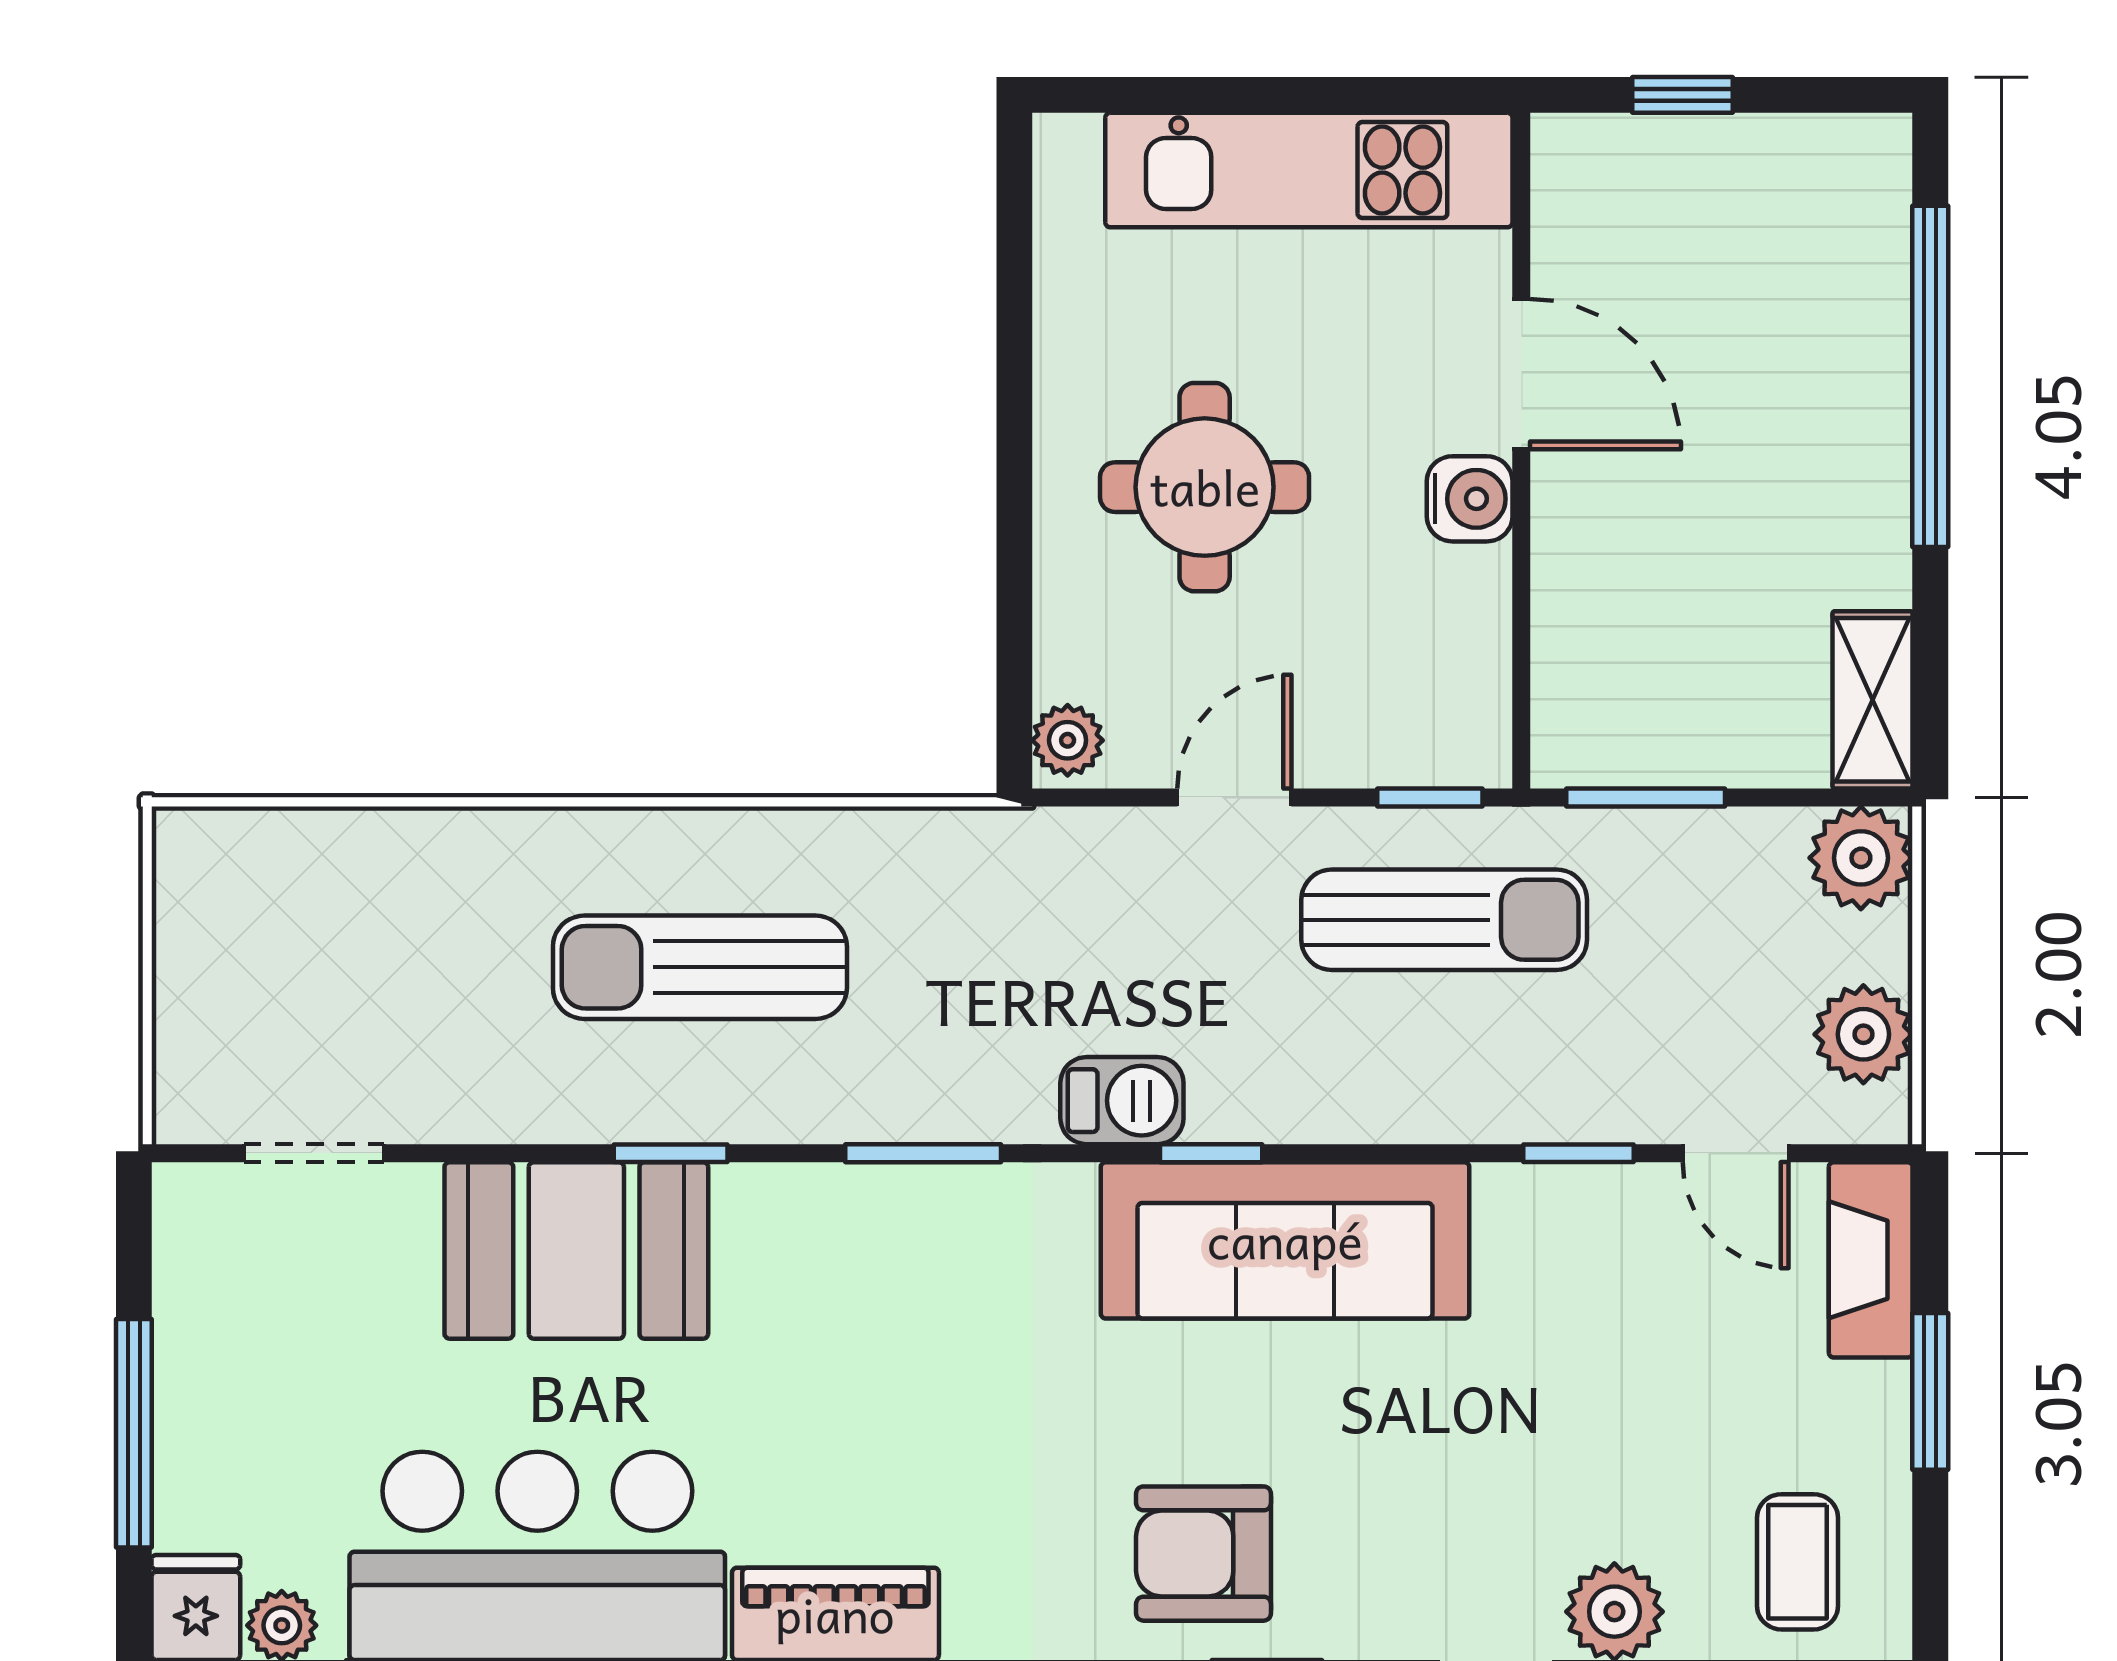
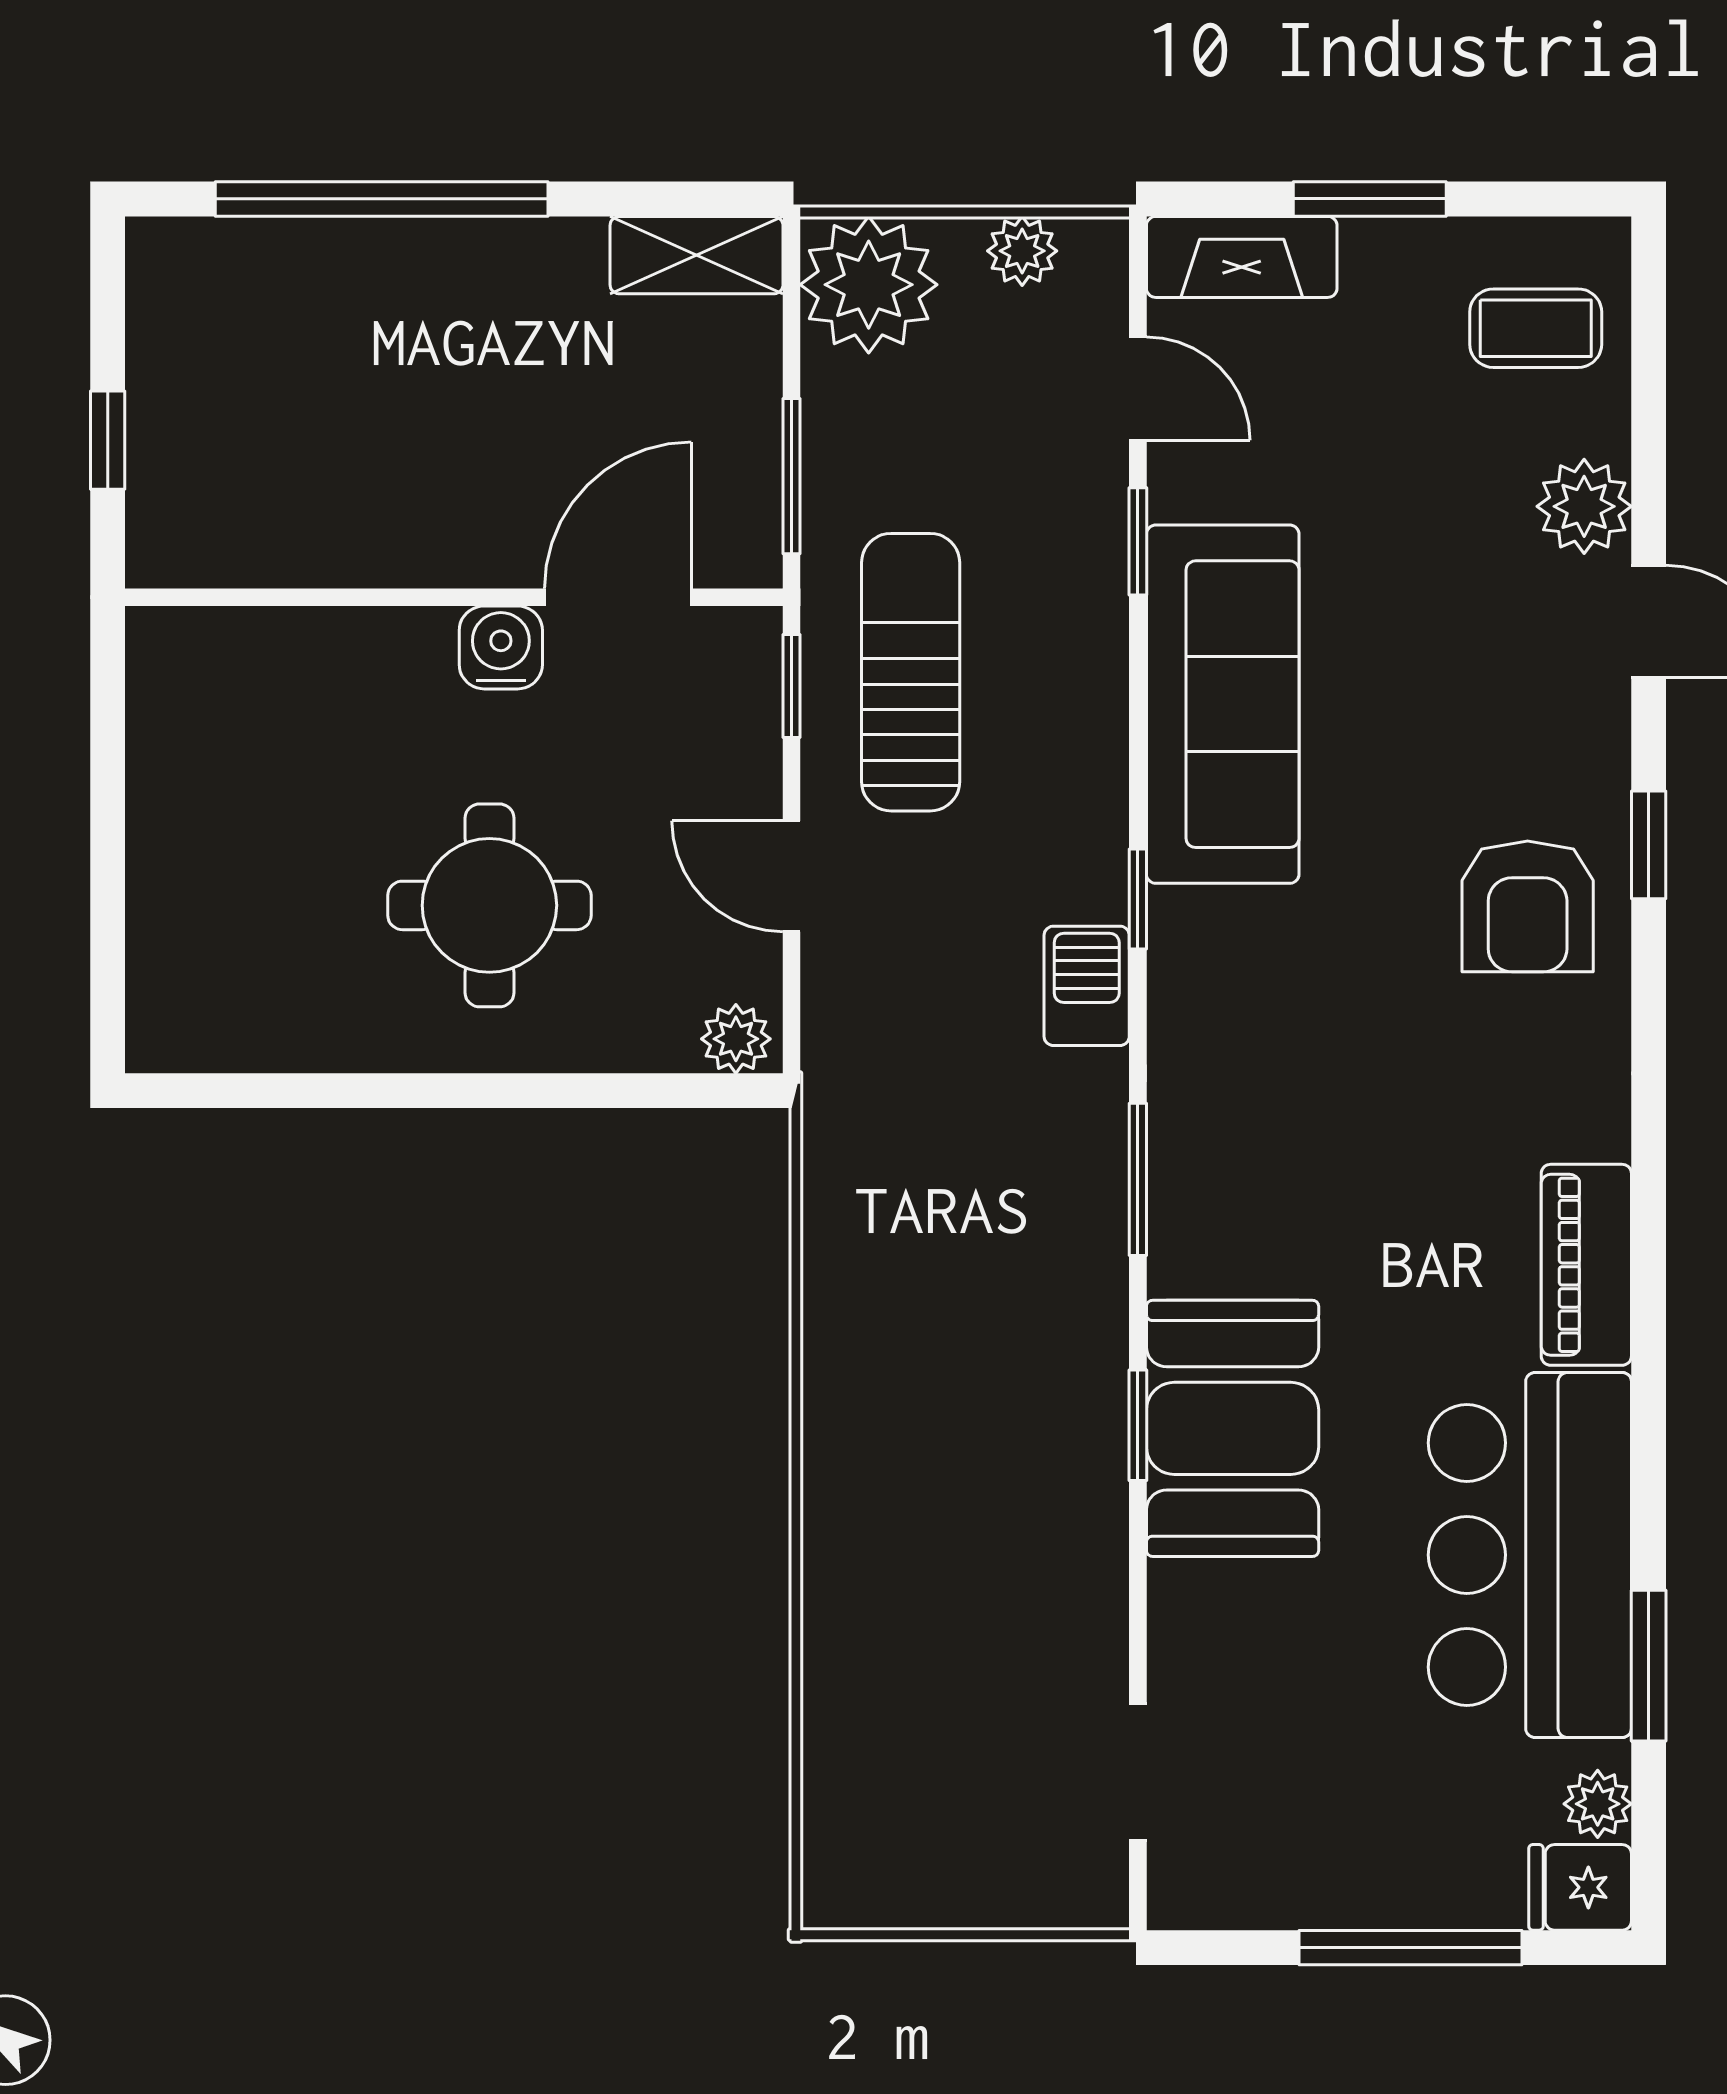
kitchen unit: (1309, 170) -> (181, 804), removed
door: (1521, 374) -> (618, 597), moved
plant: (1861, 858) -> (869, 285), width x1.36, depth x1.36
sun lounger: (700, 967) -> (957, 1397), removed
plant: (1863, 1034) -> (1022, 251), width x0.73, depth x0.73
door: (1736, 1153) -> (1138, 388), hinge flipped
sofa: (1285, 1240) -> (1223, 704), moved
booth: (576, 1250) -> (1233, 1428), moved

